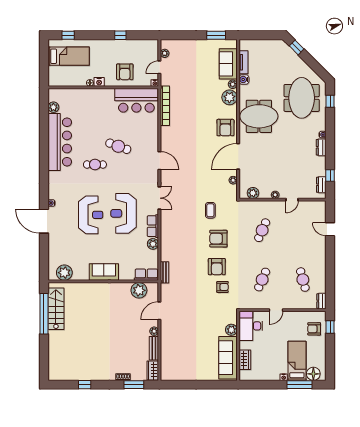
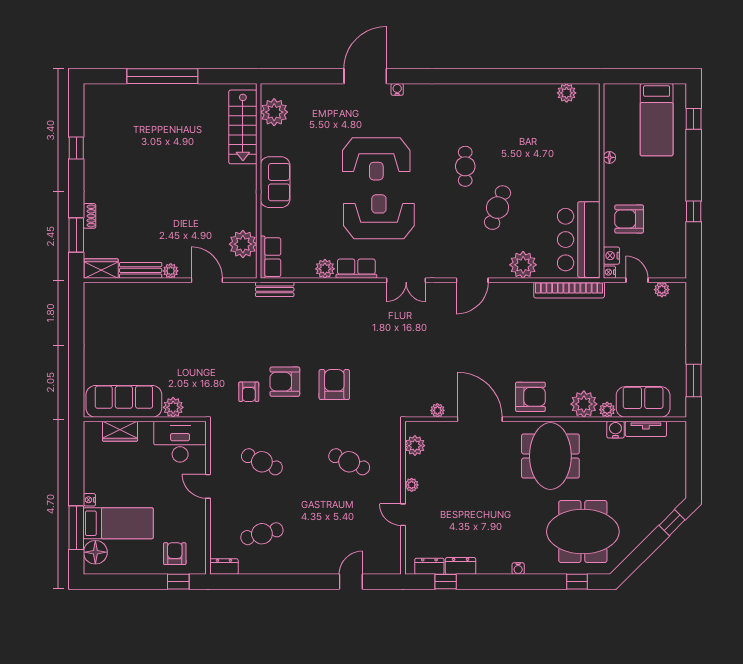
nightstand: (99, 82) -> (611, 256), moved
armchair: (225, 128) -> (530, 397), turned 180
plant: (151, 132) -> (523, 265), added
bar counter: (60, 142) -> (505, 104), removed
dresser: (321, 147) -> (461, 566), moved
coffee table: (210, 210) -> (384, 370), removed
stairs: (56, 309) -> (243, 127), moved, turned 90
window: (44, 314) -> (162, 76), moved

